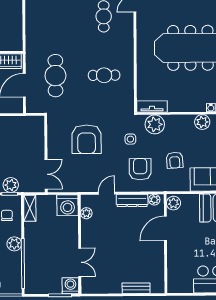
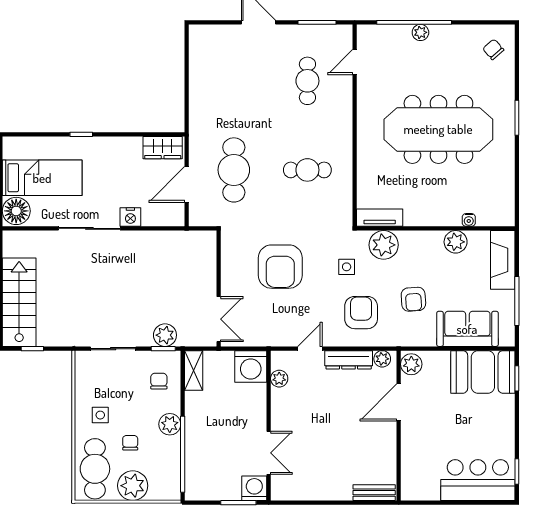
bench: (136, 288) -> (374, 493), moved

